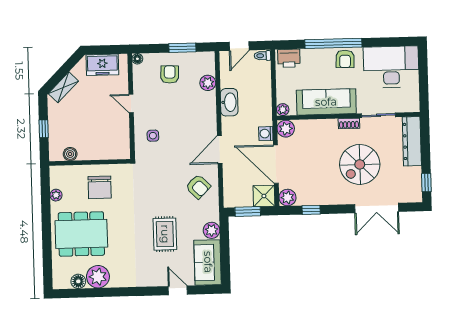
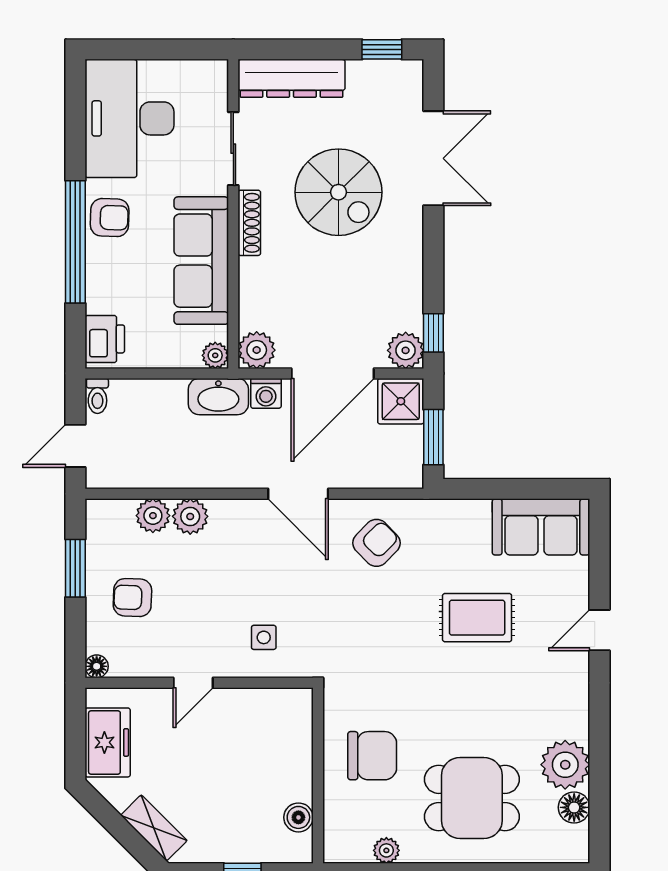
door: (239, 46) -> (75, 446), swing flipped
washbasin: (229, 102) -> (218, 397), moved, turned 180
shoe rack: (349, 123) -> (249, 223), width x1.43
window: (311, 210) -> (433, 333), moved
plant: (212, 230) -> (190, 516), moved
dining table: (81, 234) -> (472, 798), width x0.73
door: (178, 290) -> (599, 630), moved

